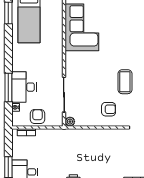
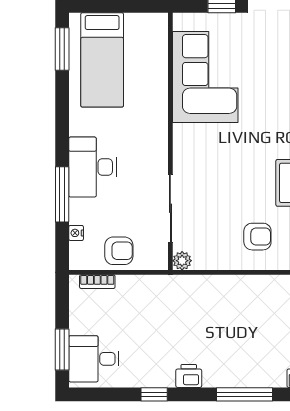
desk: (24, 87) -> (92, 167), moved
armchair: (37, 116) -> (119, 251), turned 90

